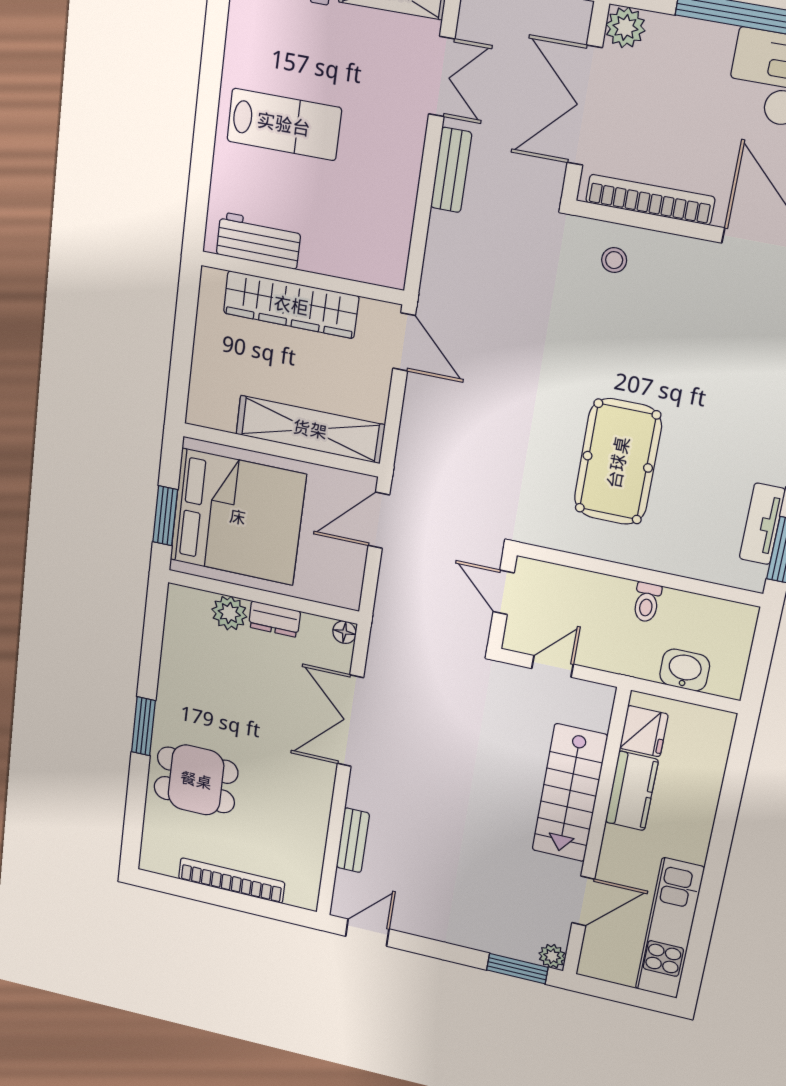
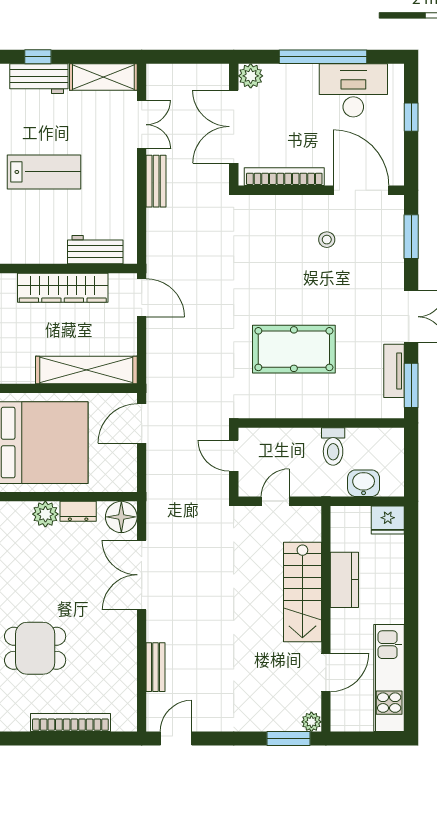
workbench: (259, 241) -> (95, 250), moved
stool: (614, 260) -> (327, 240), moved
pool table: (618, 462) -> (294, 349), turned 90
toilet: (647, 602) -> (333, 446), width x1.37, depth x1.39
floor lamp: (344, 632) -> (121, 517), width x1.89, depth x1.89
fridge: (644, 731) -> (388, 520), moved, turned 90

